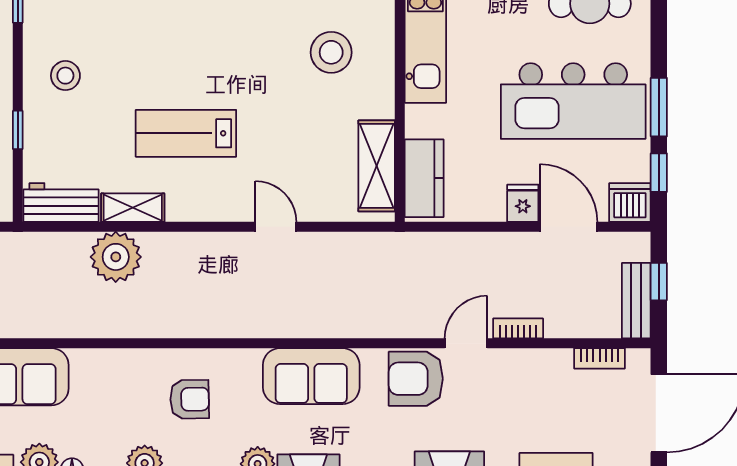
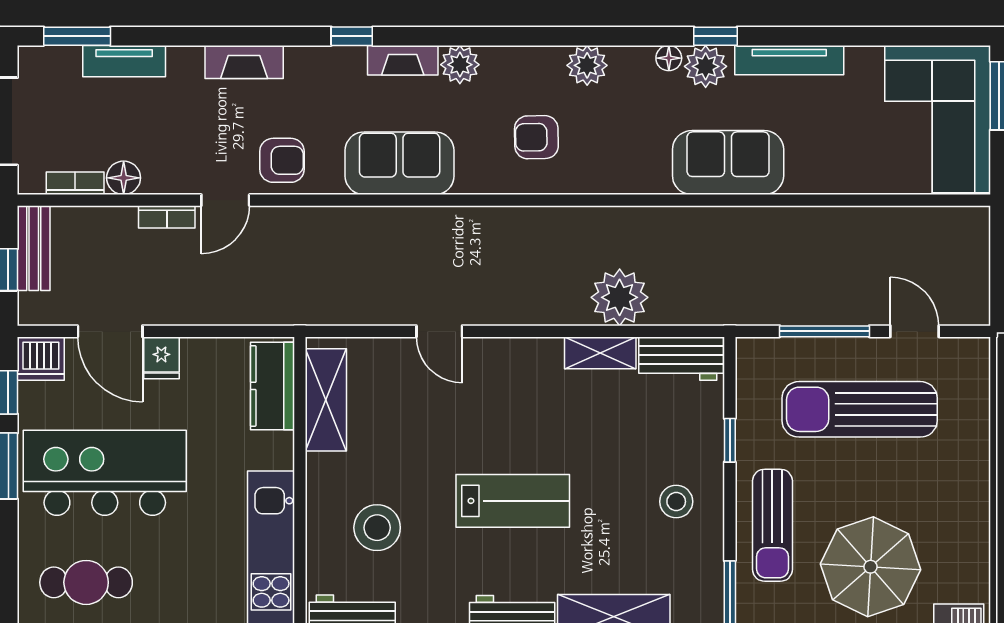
lab bench: (186, 133) -> (513, 501), moved
floor lamp: (556, 363) -> (124, 178), added
armchair: (416, 379) -> (282, 160), width x0.72, depth x0.72

